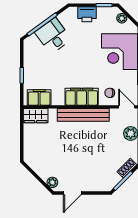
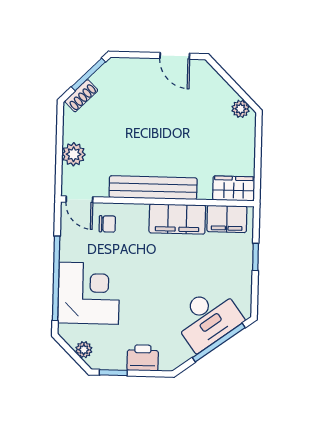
desk: (53, 36) -> (208, 318), width x1.37
filing cabinet: (82, 97) -> (177, 219), moved
plant: (52, 182) -> (241, 109), moved
door: (72, 193) -> (175, 56), swing flipped

